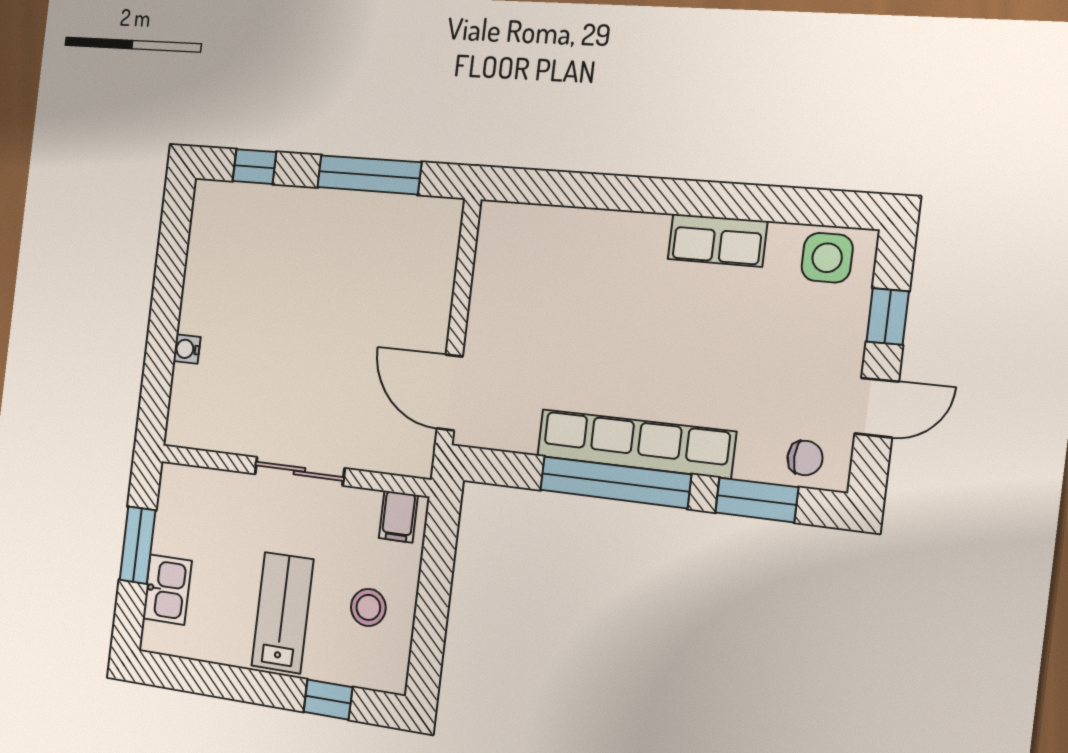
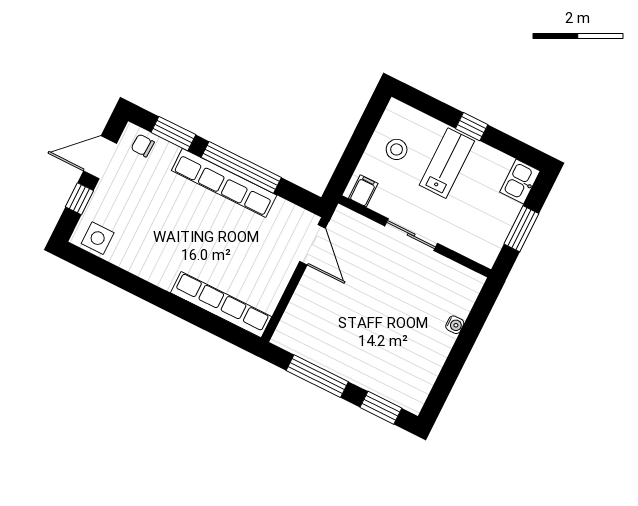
window: (254, 167) -> (381, 408), width x1.50
row of seats: (717, 240) -> (221, 305), moved, width x2.02
door: (877, 408) -> (100, 157), width x1.38
kitchen sink: (167, 590) -> (520, 181), moved
lab bench: (282, 613) -> (447, 163), turned 180
window: (328, 699) -> (472, 127), moved

